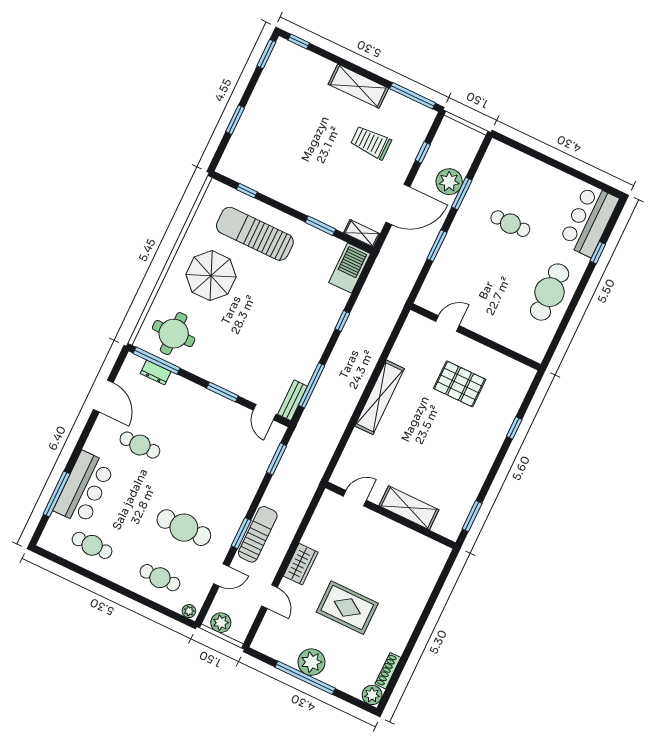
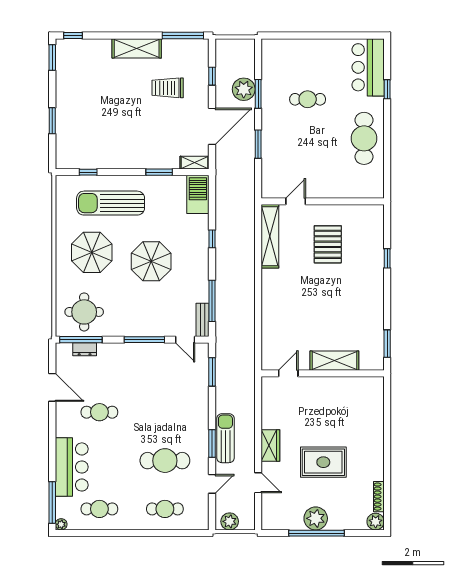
parasol: (268, 314) -> (151, 261), added
pallet: (460, 384) -> (328, 244), turned 90
window: (222, 392) -> (144, 340), width x1.44
shelving: (380, 397) -> (270, 236), moved
window: (57, 494) -> (52, 503), moved
plant: (189, 611) -> (61, 524), moved

